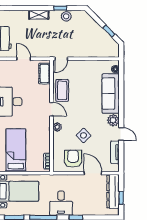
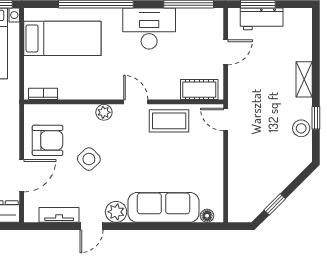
door: (51, 109) -> (136, 102), swing flipped

